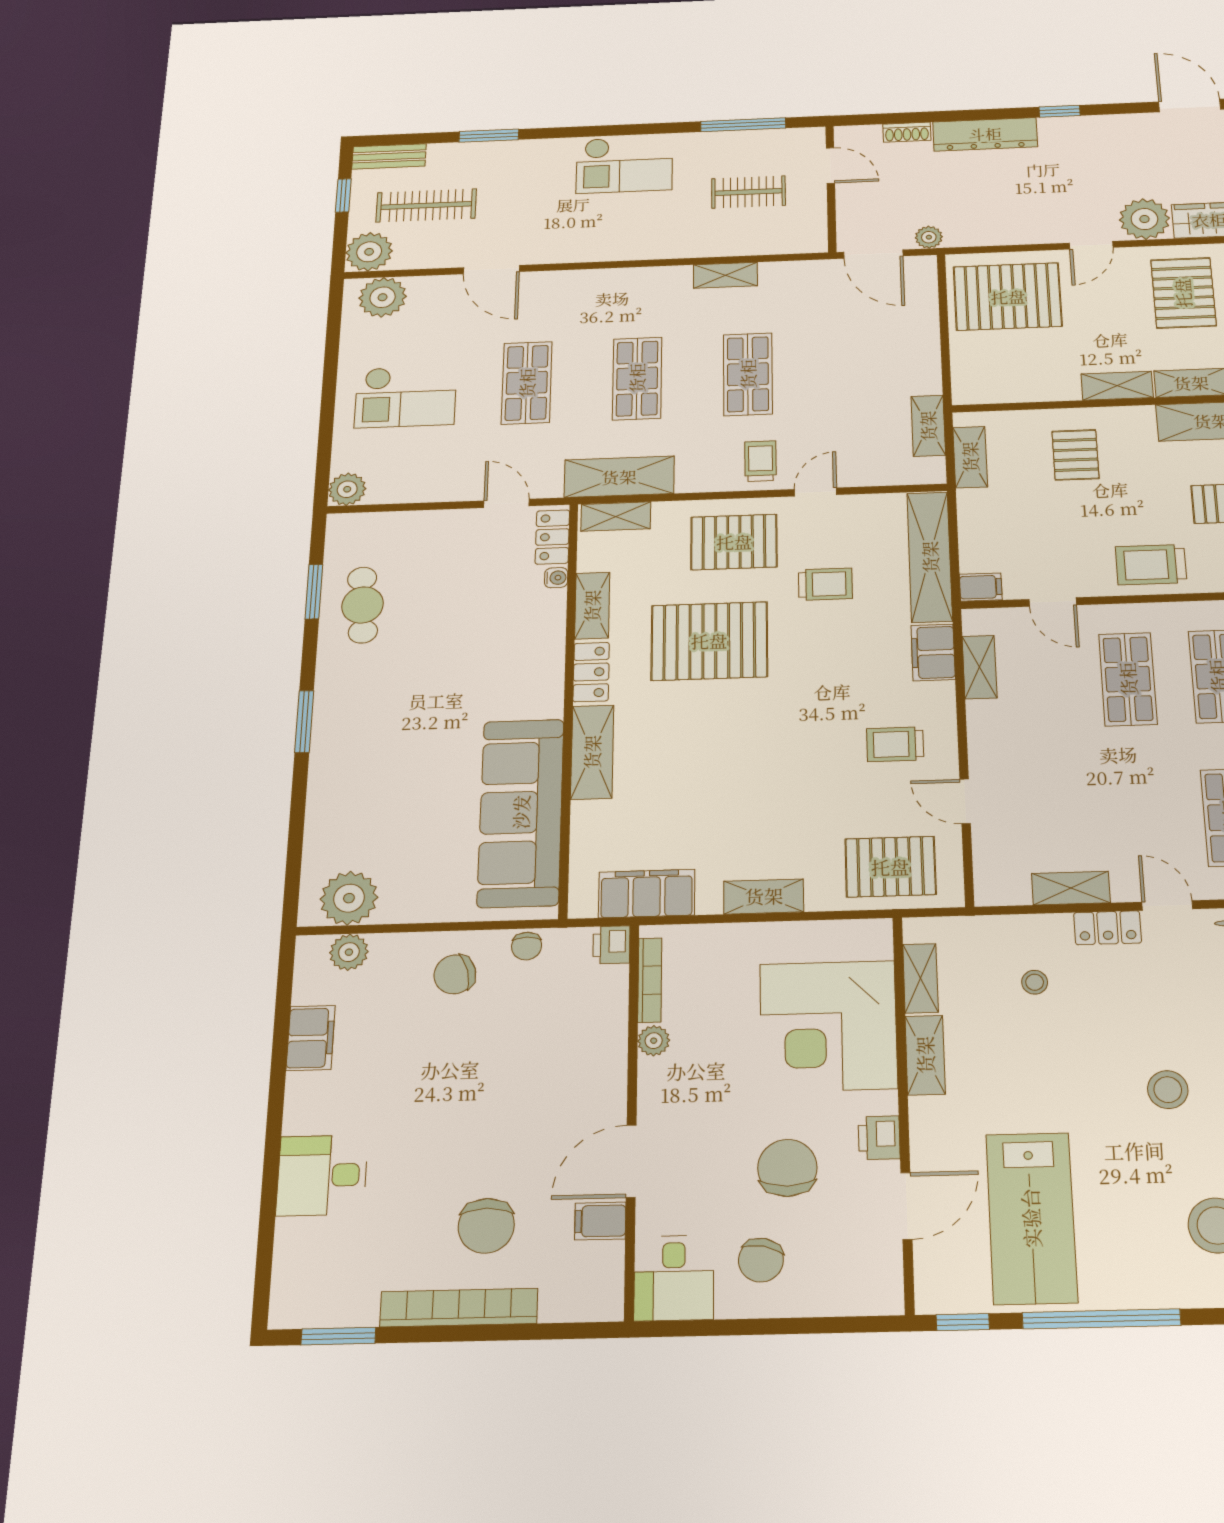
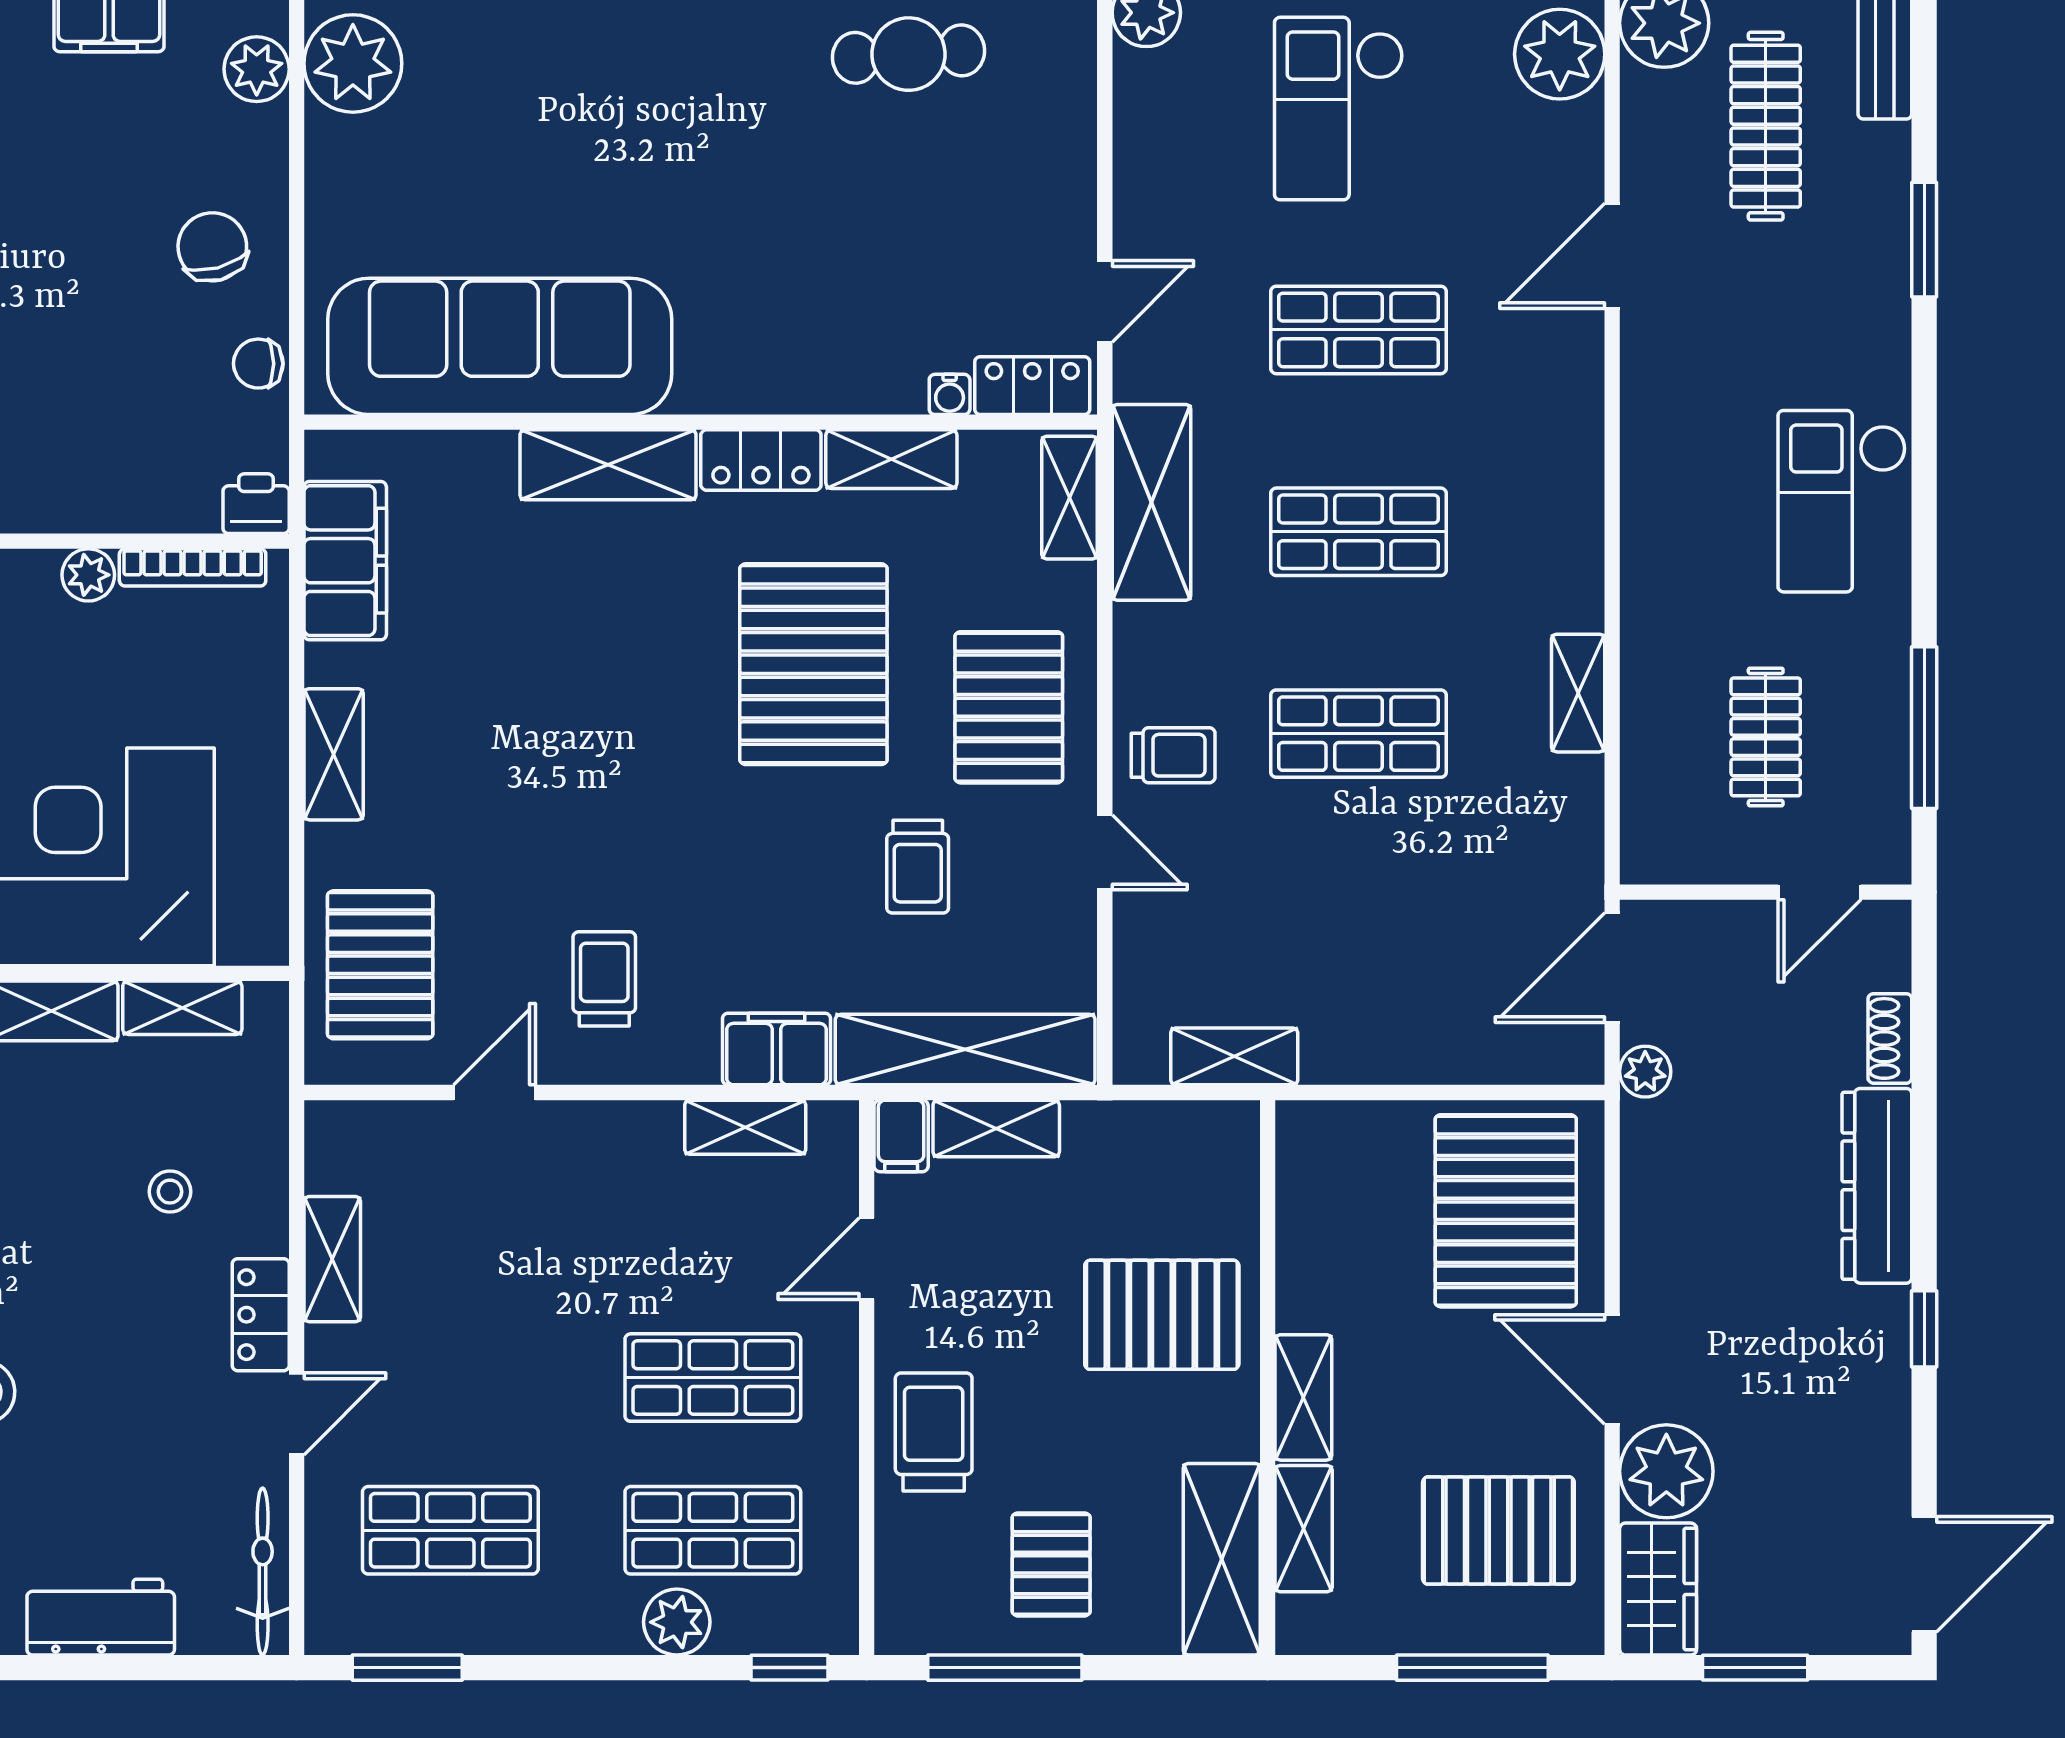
door: (1091, 245) -> (1612, 1369), width x1.38
pallet: (1075, 455) -> (1162, 1315), width x1.50, depth x1.42
shelving: (970, 457) -> (996, 1128), moved

